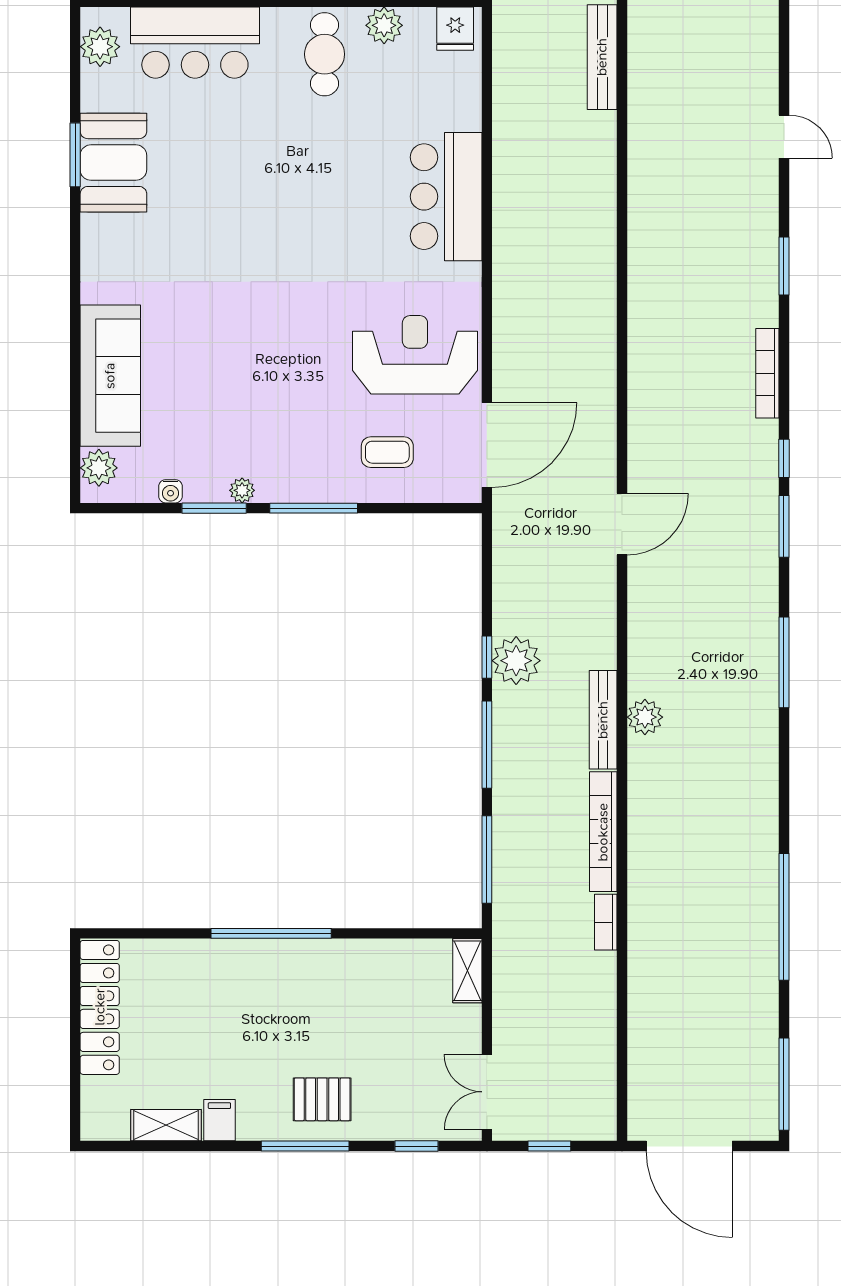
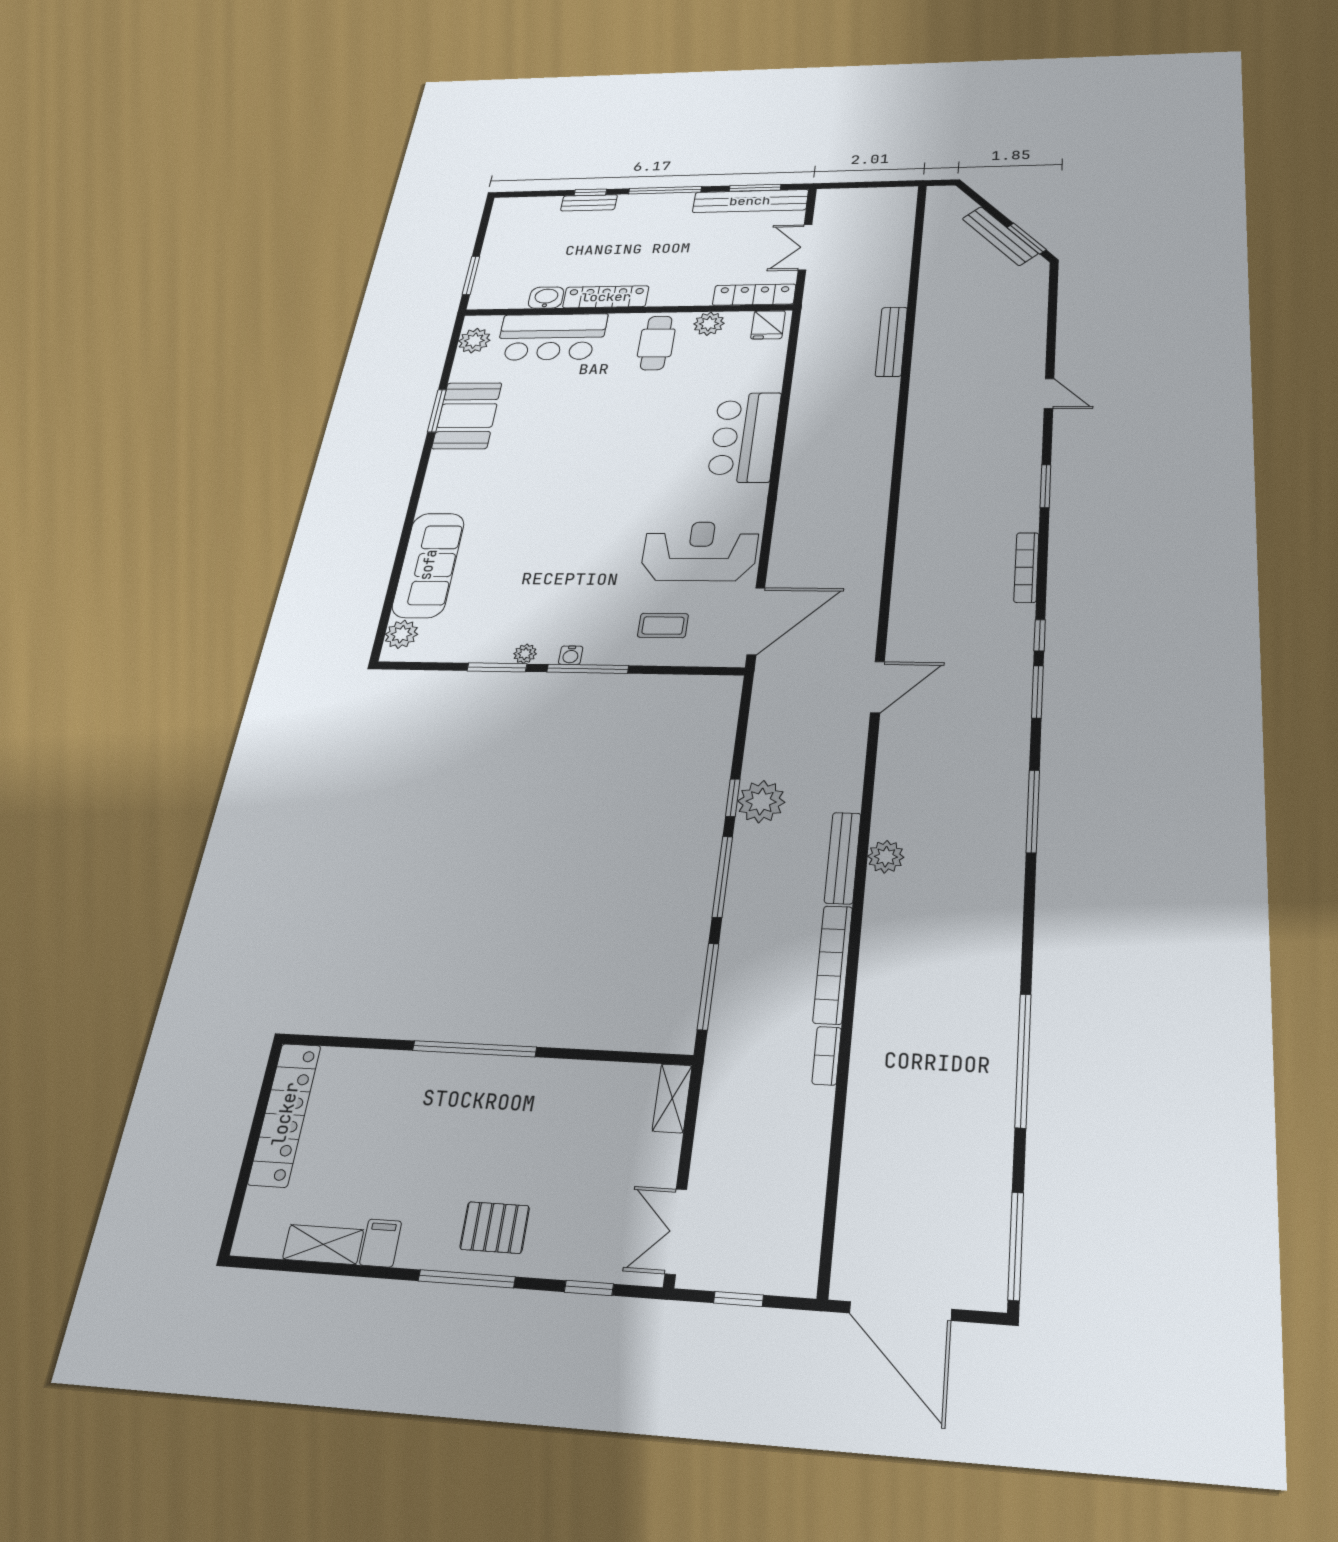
water cooler: (171, 491) -> (571, 655), moved

